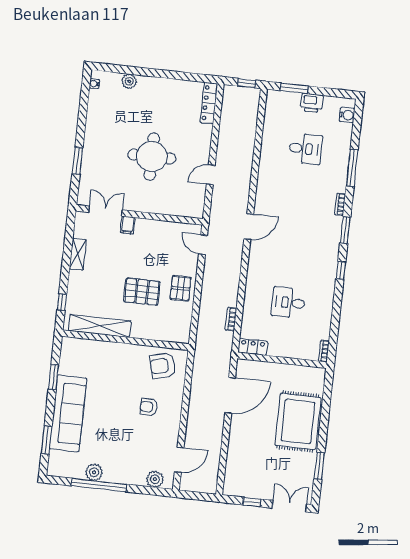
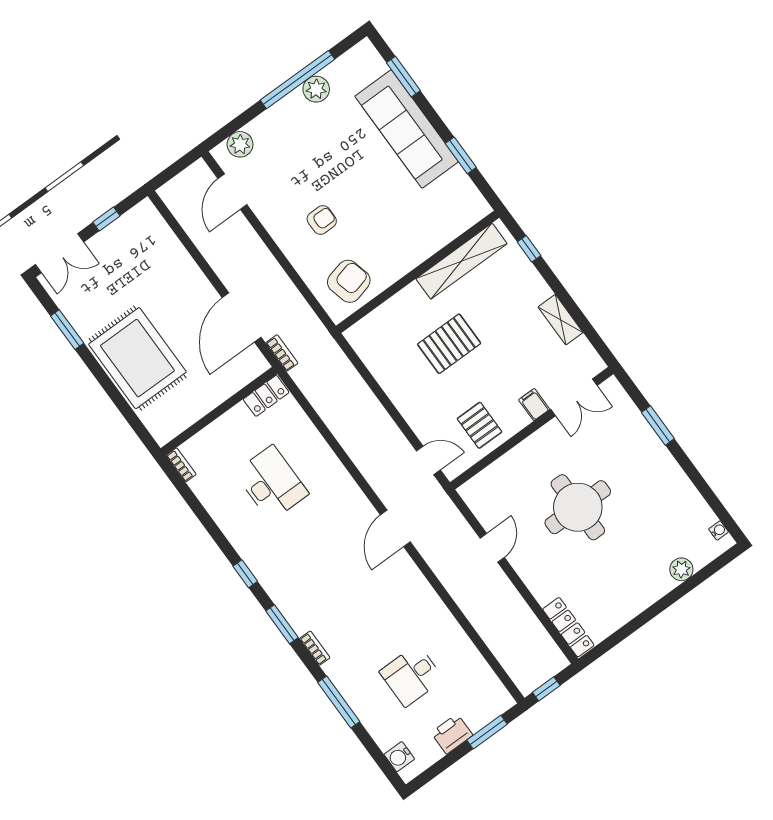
pallet: (181, 288) -> (480, 425), moved
desk: (288, 303) -> (271, 483), width x1.37
bookcase: (231, 319) -> (282, 353), moved

